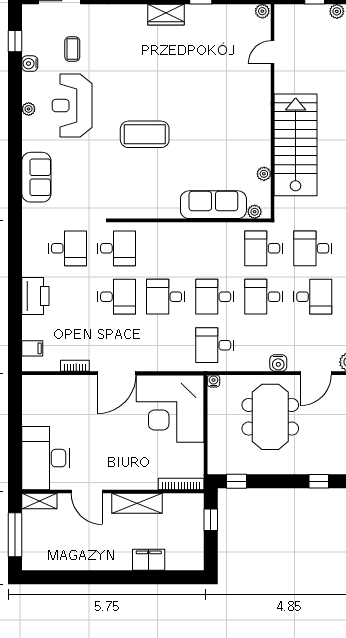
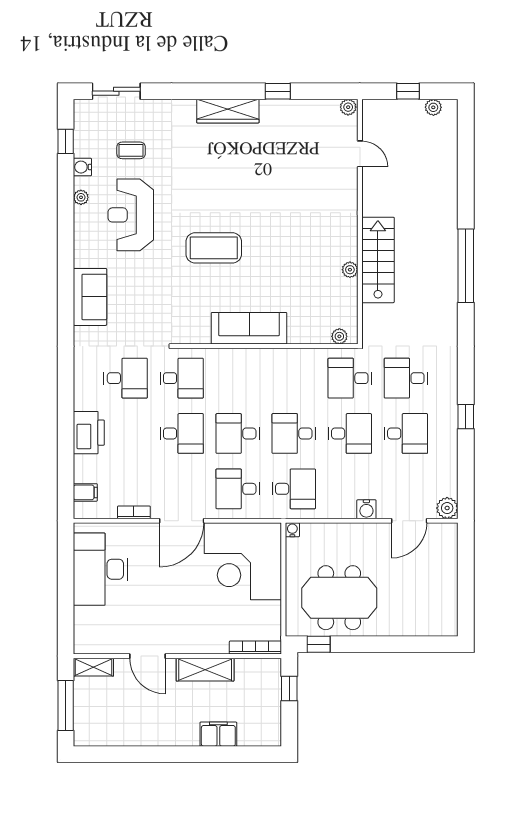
wardrobe: (166, 15) -> (228, 111), width x1.50
coffee table: (72, 49) -> (131, 150), turned 90
door: (273, 52) -> (360, 154), swing flipped
plant: (29, 109) -> (81, 197), moved
stairs: (296, 145) -> (378, 260), width x0.73, depth x0.66
plant: (264, 174) -> (350, 270), moved
sofa: (213, 205) -> (249, 328), moved
desk: (264, 297) -> (350, 433), turned 180
desk: (166, 345) -> (238, 489), added
desk: (215, 345) -> (294, 489), turned 180
meeting table: (270, 417) -> (339, 598), moved, turned 90
desk: (46, 458) -> (101, 569), moved
window: (319, 481) -> (413, 644), removed

